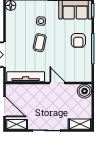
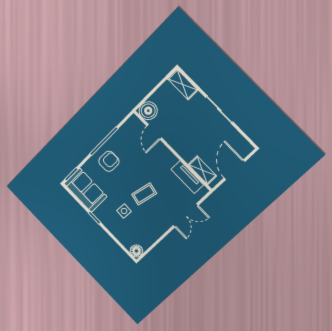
tv unit: (26, 77) -> (187, 177), width x0.71
door: (57, 83) -> (154, 132), moved
shelving: (17, 124) -> (202, 170), moved

